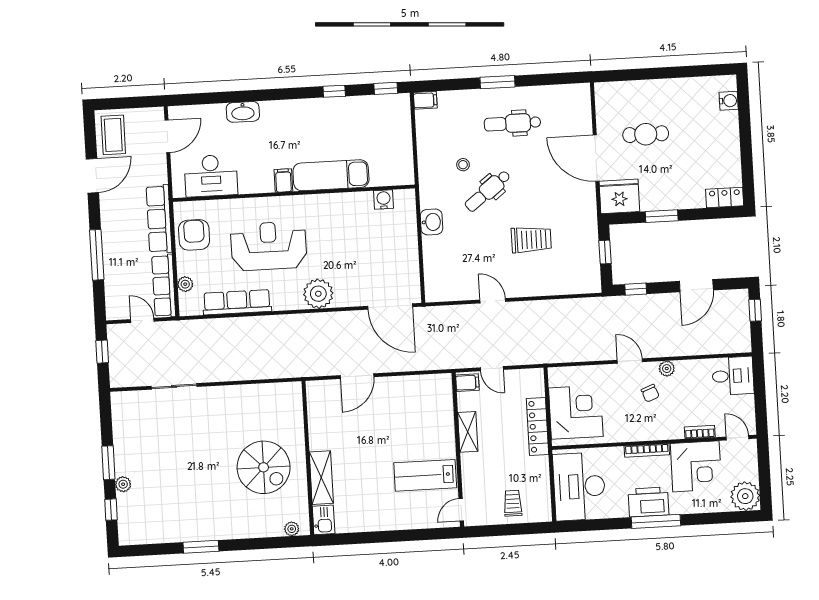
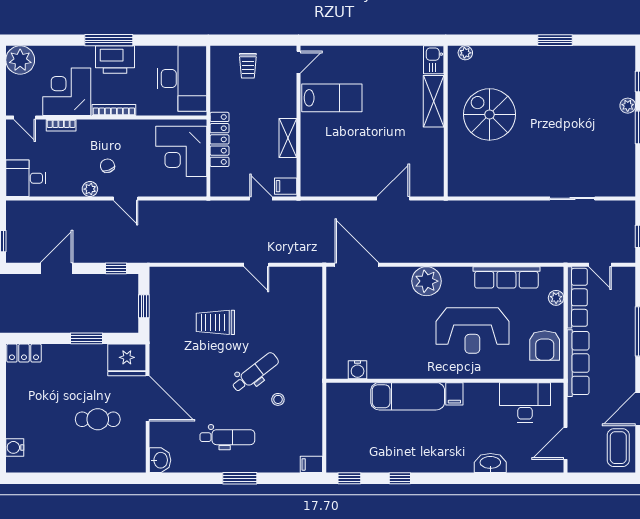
washbasin: (432, 222) -> (160, 460), moved, turned 180

